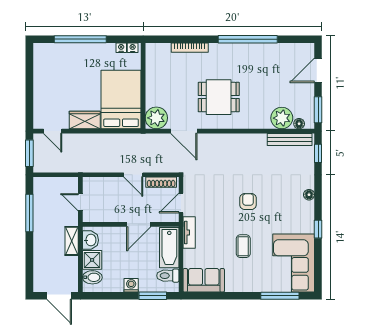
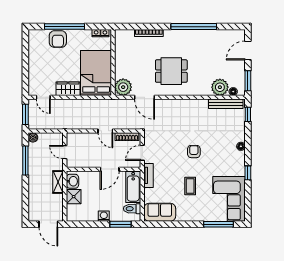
armchair: (72, 55) -> (58, 39), added
boiler: (39, 183) -> (33, 137), added
bidet: (92, 277) -> (74, 210), removed

